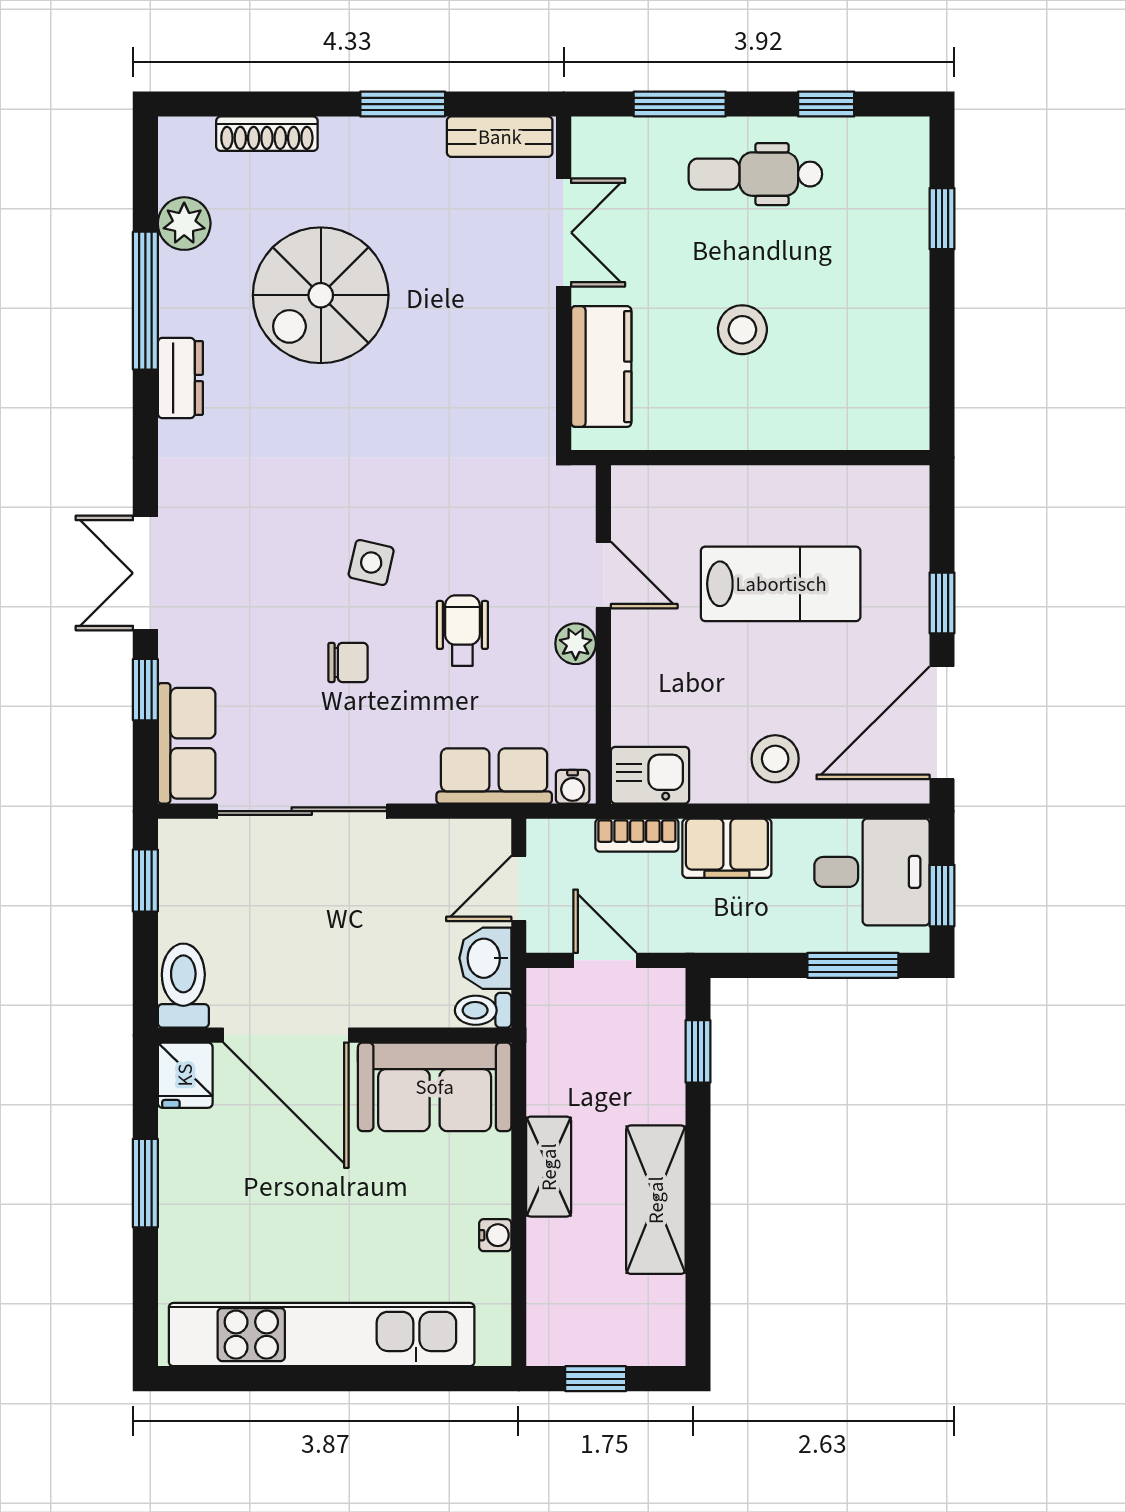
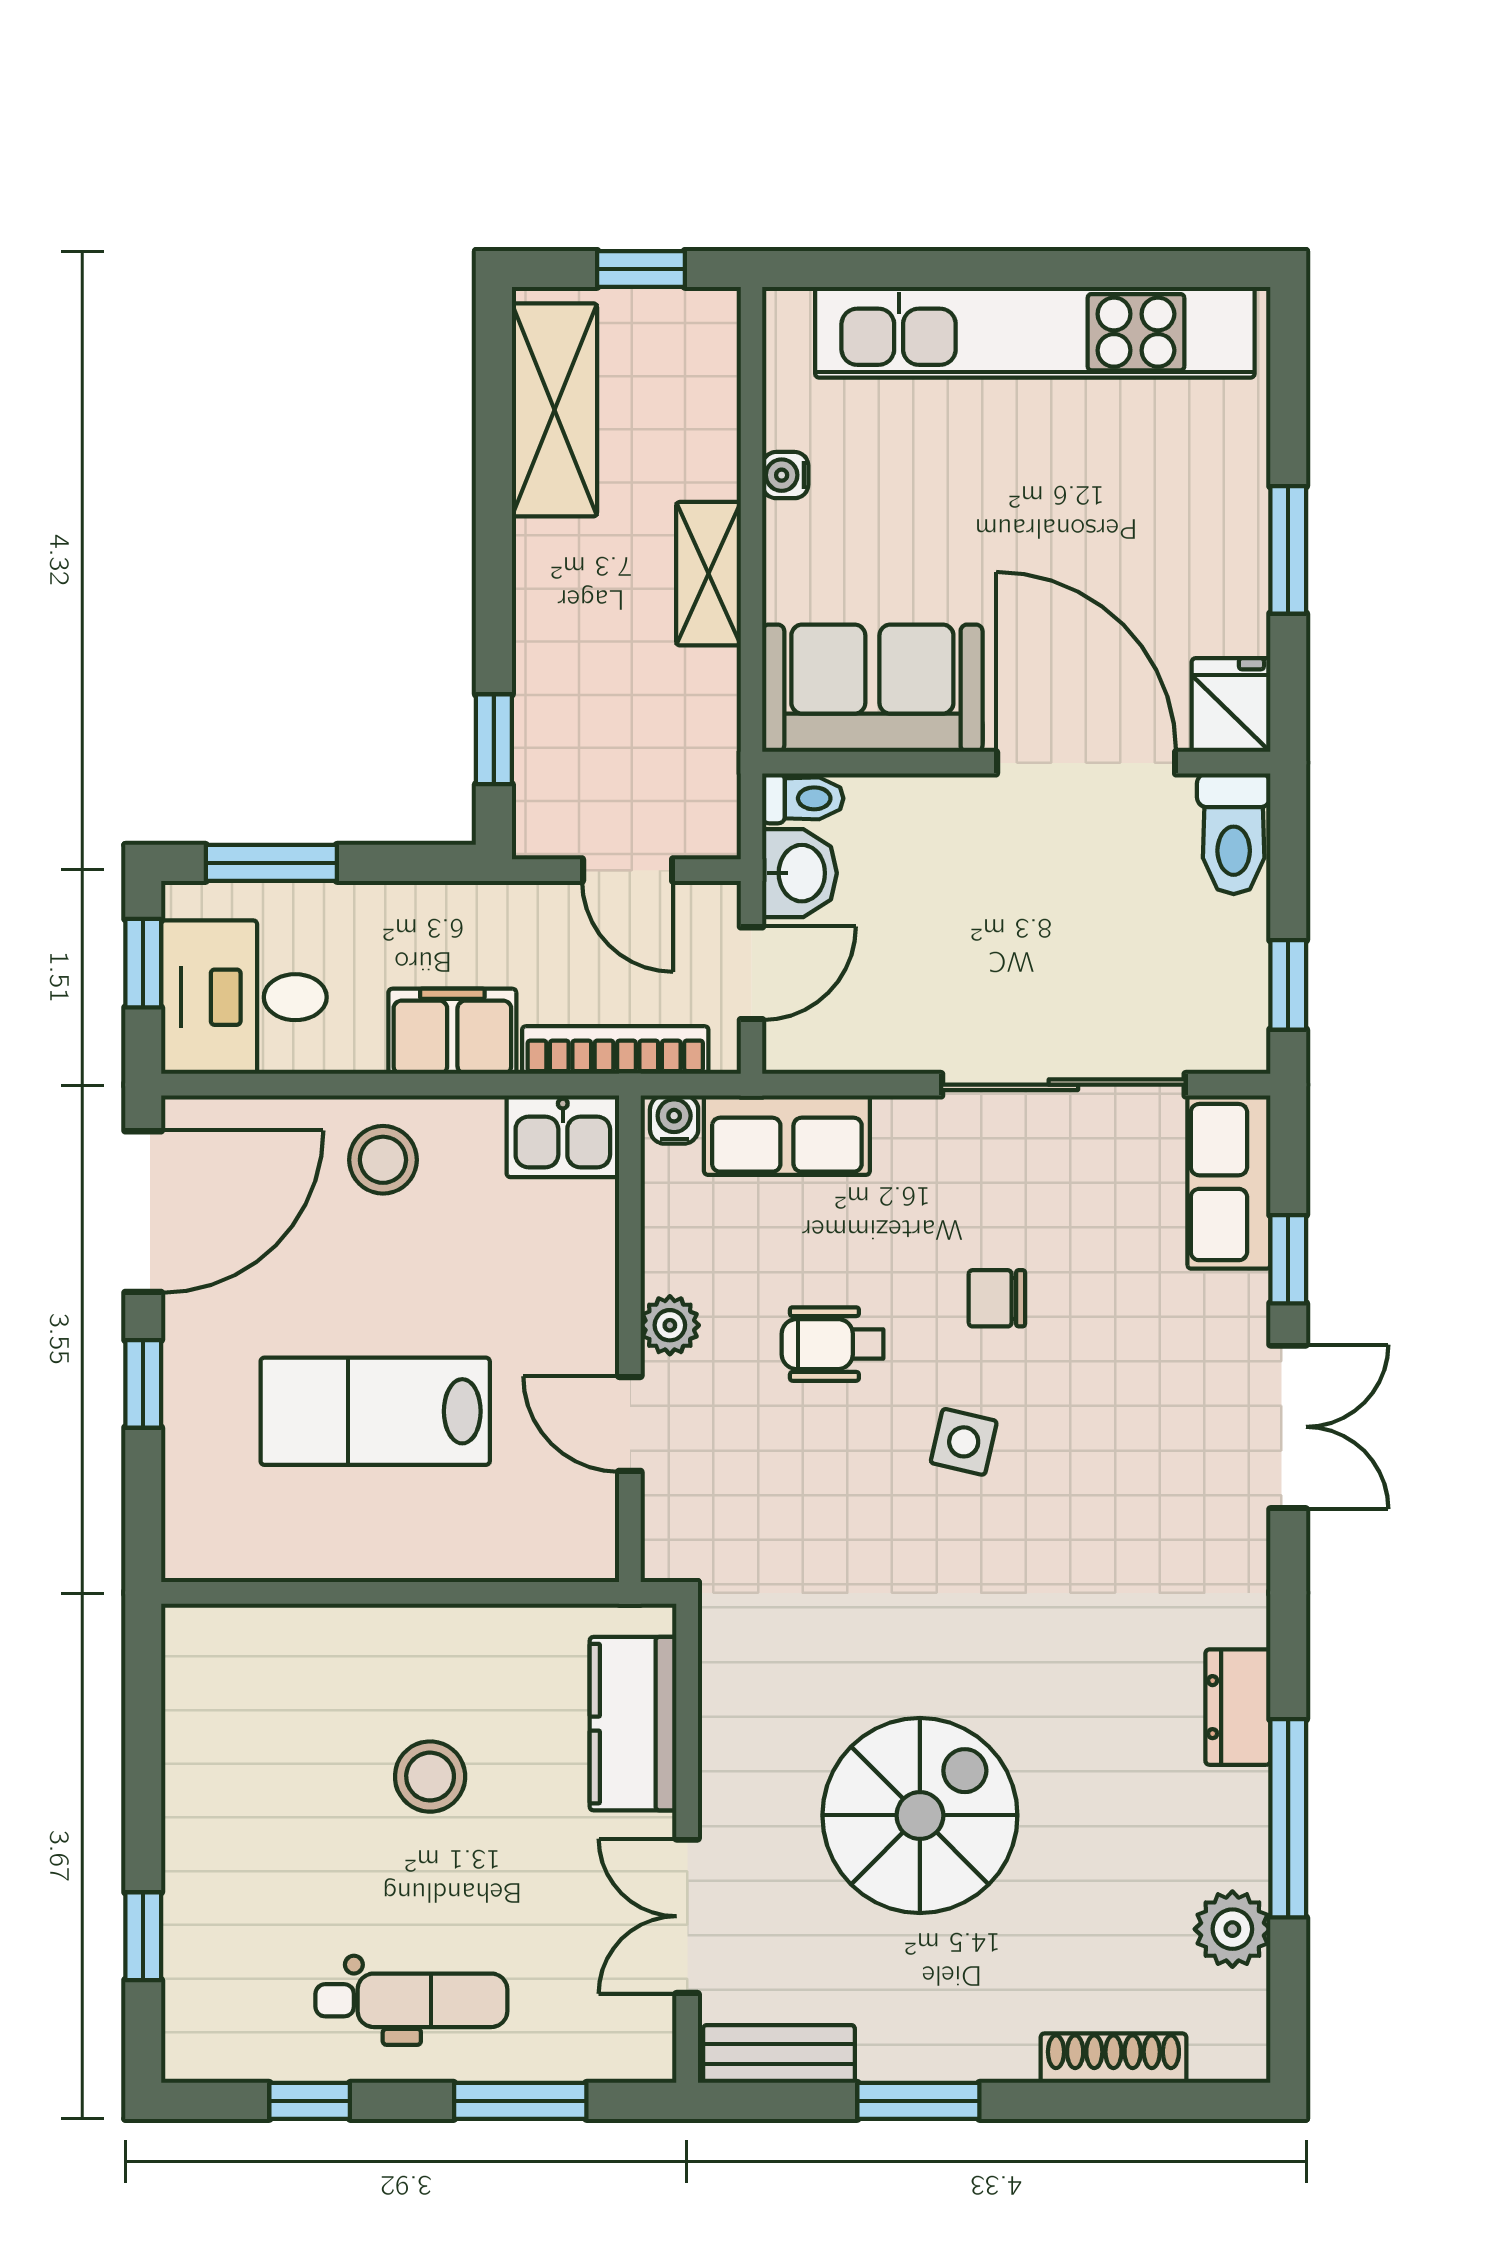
spiral stairs: (321, 295) -> (920, 1815), moved
wheelchair: (462, 631) -> (833, 1344), turned 90
bookcase: (637, 835) -> (615, 1050), width x1.56
shelving: (656, 1200) -> (554, 410), moved

